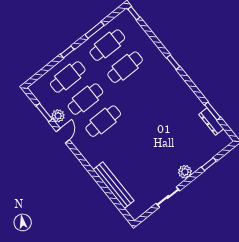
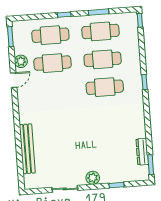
window: (213, 111) -> (151, 165), moved
window: (44, 113) -> (10, 37), moved
cafe table: (103, 121) -> (105, 87), moved

